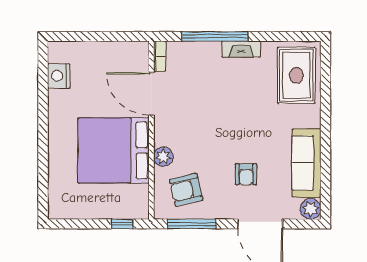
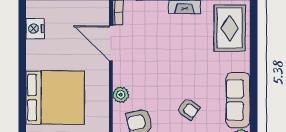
bed: (114, 150) -> (55, 98), moved, turned 180
armchair: (246, 174) -> (188, 109), turned -55

